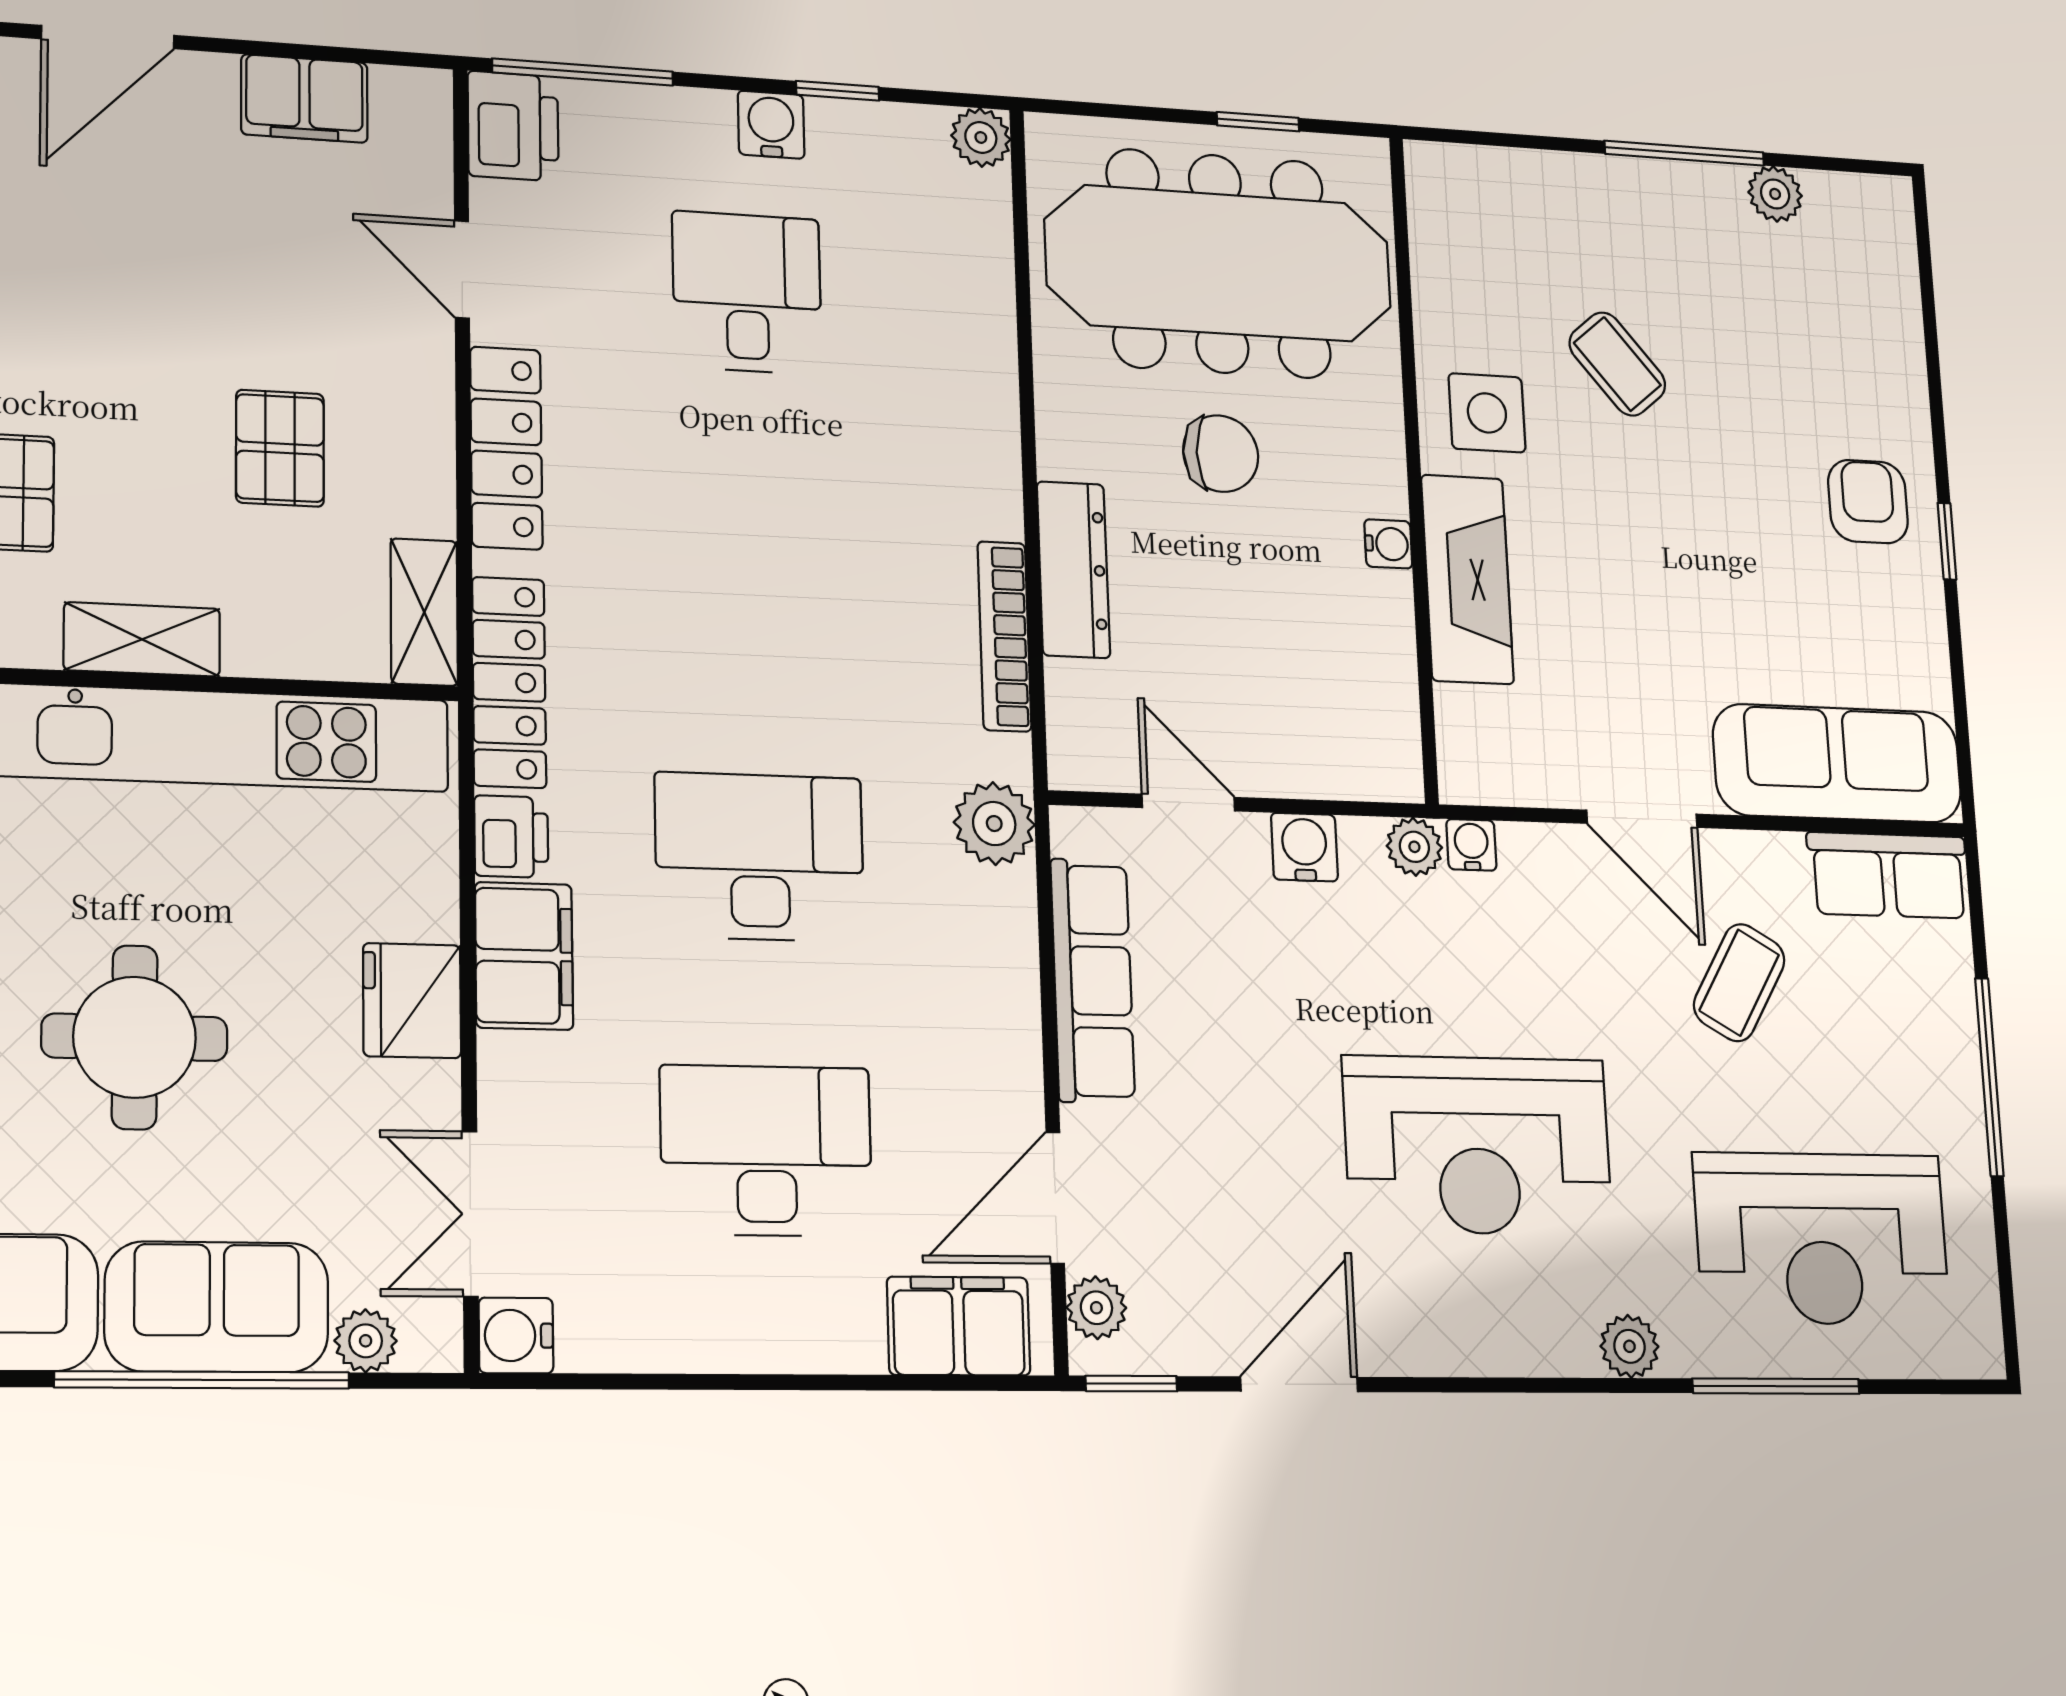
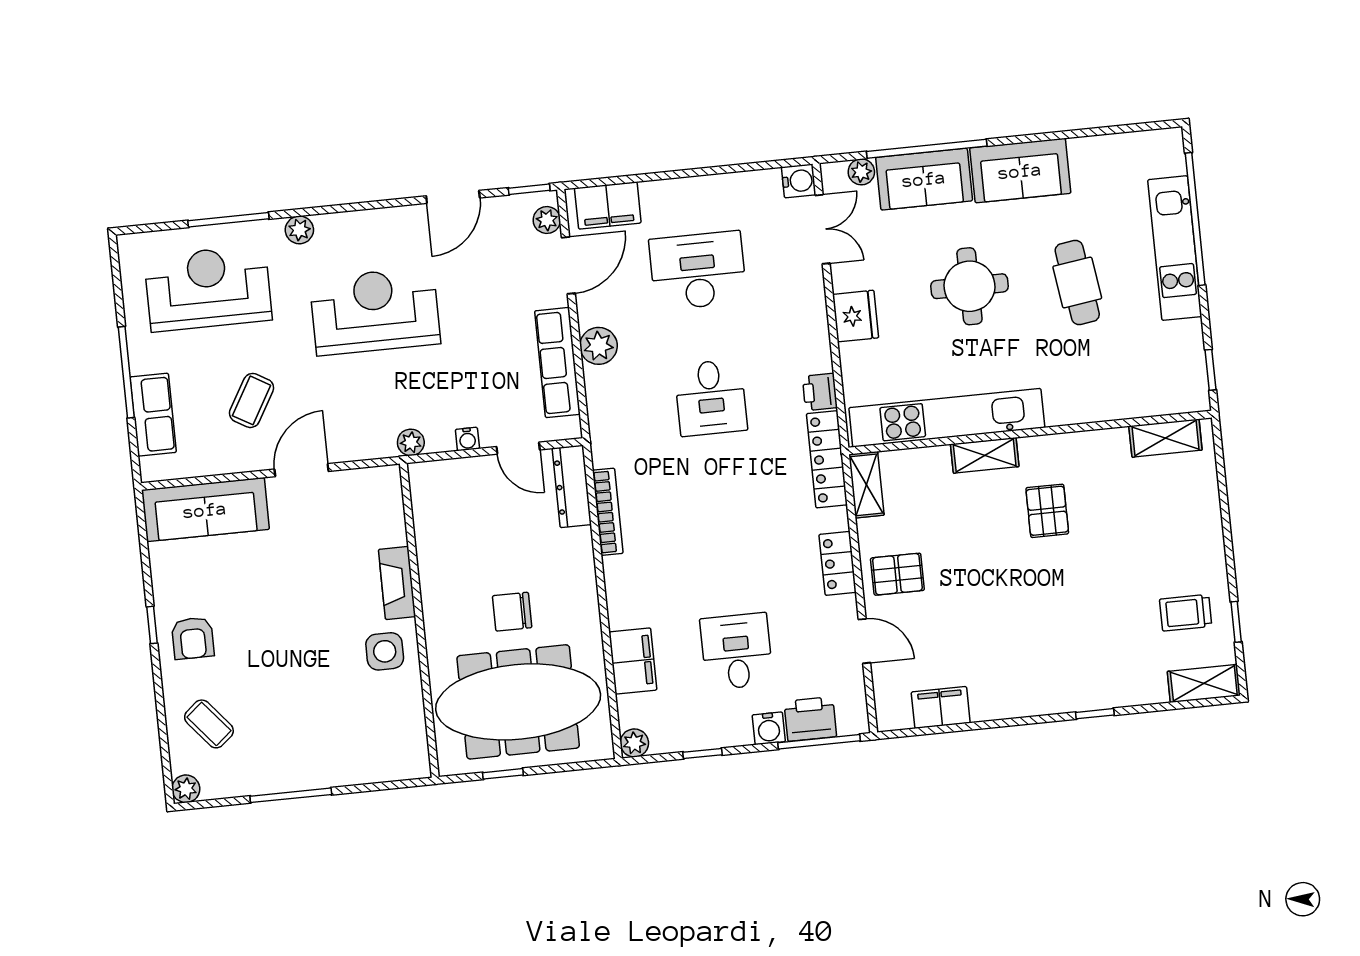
door: (108, 37) -> (1028, 720), removed
water cooler: (771, 125) -> (769, 728), moved
printer: (513, 126) -> (810, 719), moved, turned 90
plant: (1775, 194) -> (186, 789), moved
desk: (747, 293) -> (737, 651), turned 180
coffee table: (1617, 364) -> (209, 724), moved
pallet: (280, 448) -> (897, 574), moved, turned 90
locker: (506, 448) -> (838, 563), width x0.66
water cooler: (1388, 544) -> (430, 581), removed
dresser: (1073, 570) -> (572, 486), moved
fireplace: (1467, 579) -> (397, 583), width x0.73, depth x0.76
door: (1642, 819) -> (302, 470), hinge flipped
plant: (994, 824) -> (599, 346), moved
water cooler: (1471, 845) -> (384, 447), removed
water cooler: (1304, 847) -> (467, 439), width x0.72, depth x0.72
desk: (760, 857) -> (711, 398), width x0.73
row of seats: (1888, 875) -> (153, 415), moved, turned 90
filing cabinet: (524, 956) -> (633, 661), moved, turned 180
desk: (766, 1151) -> (698, 271), turned 180

